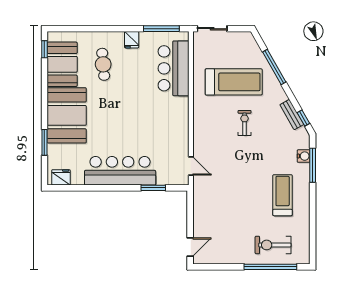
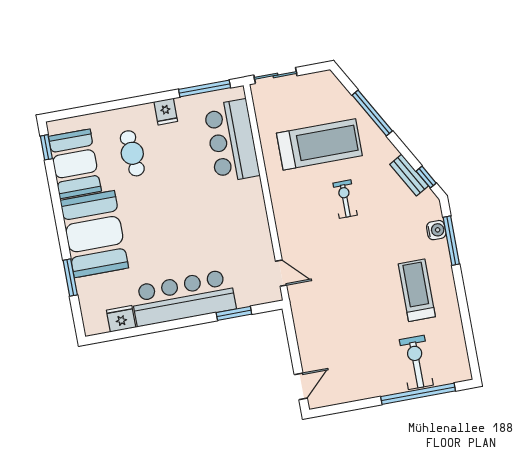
fridge: (61, 177) -> (121, 319), moved
exercise bike: (273, 245) -> (416, 362), turned 90

